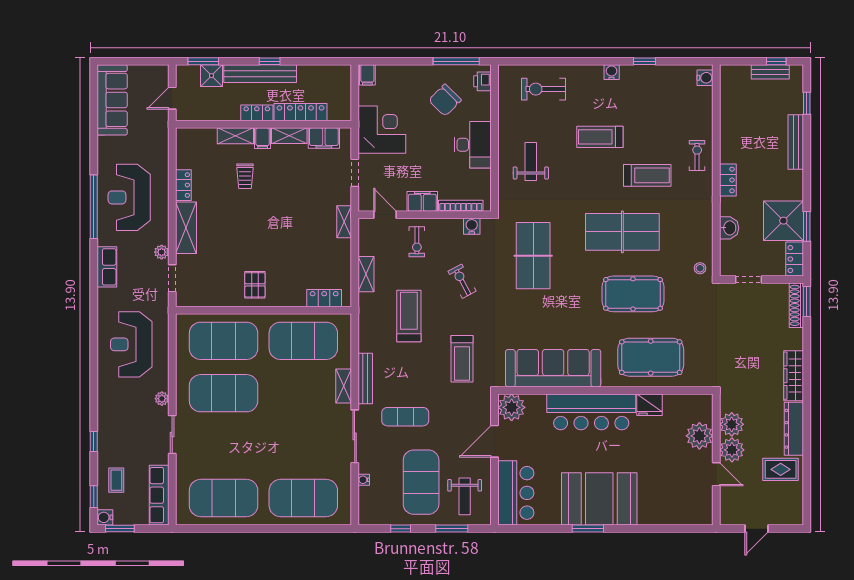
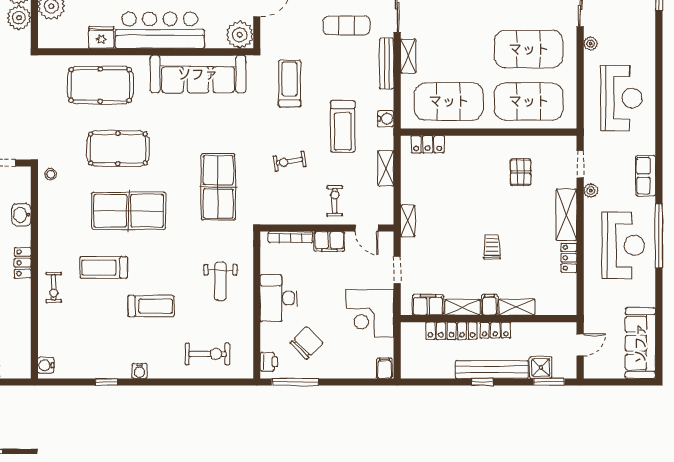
trolley: (245, 176) -> (492, 247), moved
water cooler: (472, 226) -> (386, 119), moved, turned -90
exercise bike: (462, 281) -> (289, 161), turned 109
pallet: (255, 285) -> (521, 172), moved

